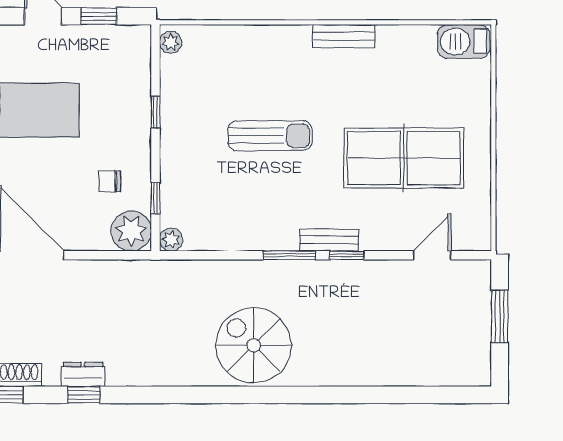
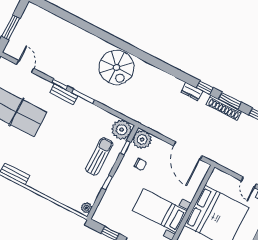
sun lounger: (270, 136) -> (99, 156), moved, turned 90
plant: (171, 240) -> (122, 130), width x1.87, depth x1.87
door: (432, 255) -> (25, 66), swing flipped
window: (84, 395) -> (205, 88), moved

